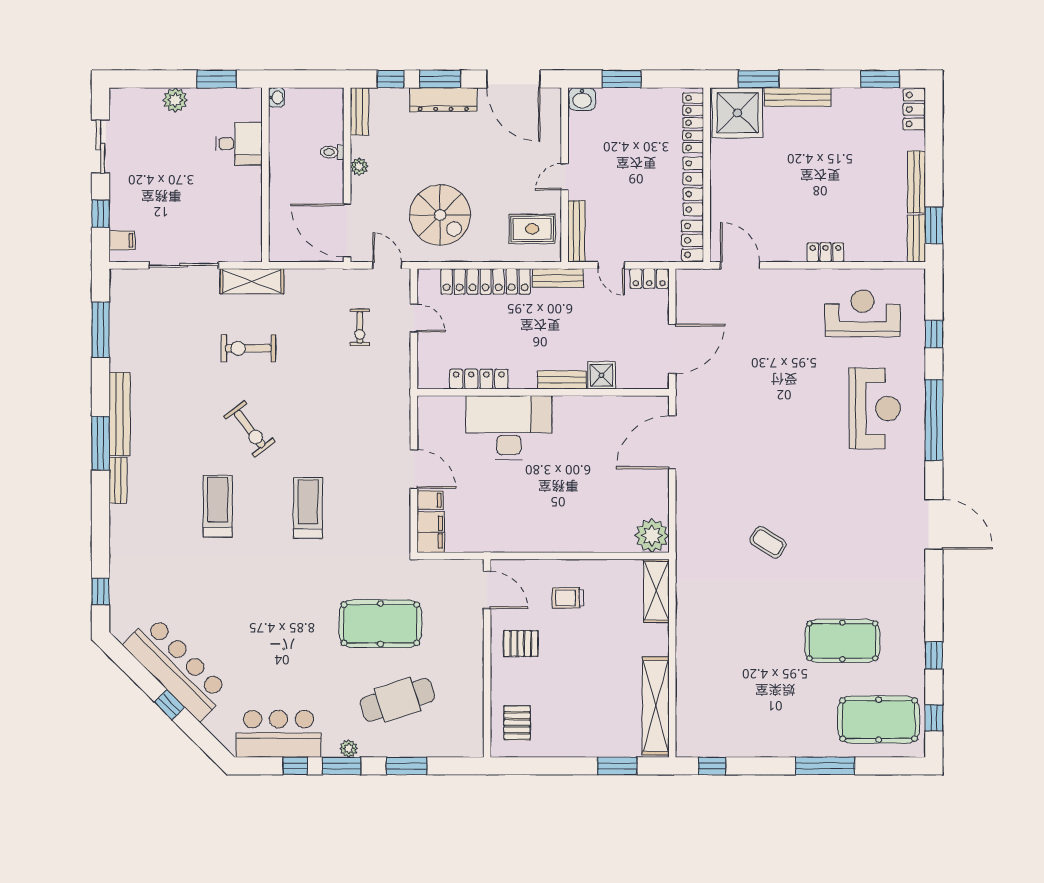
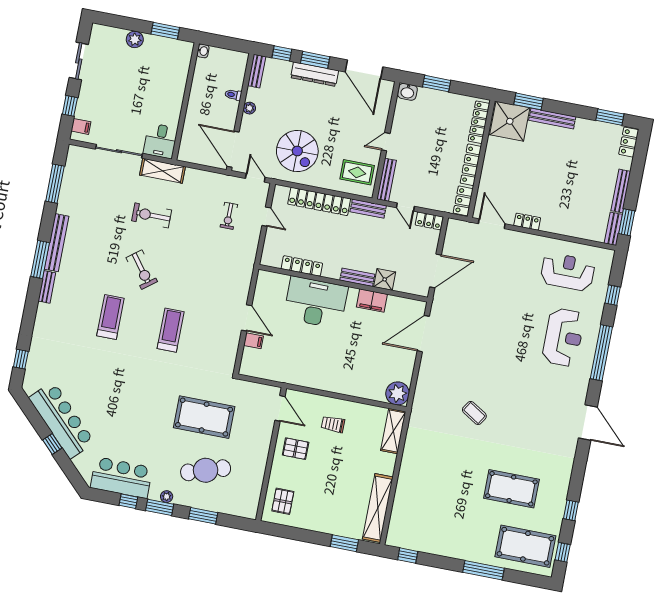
desk: (239, 144) -> (160, 141), moved, turned 90
locker: (825, 252) -> (527, 222), moved
filing cabinet: (431, 532) -> (372, 301), moved, turned 90

